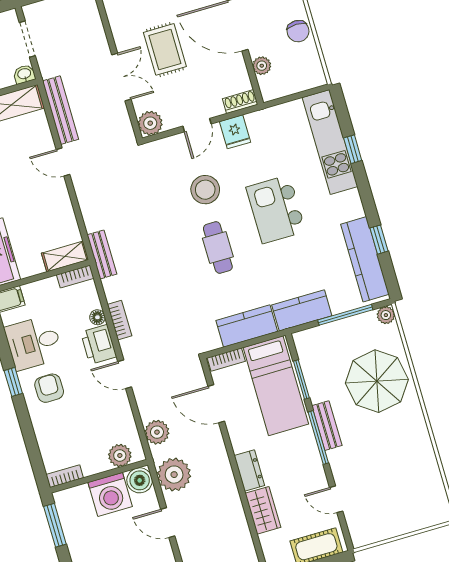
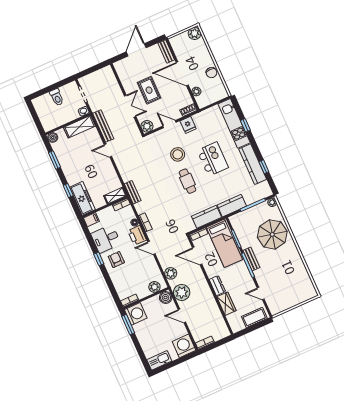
door: (197, 125) -> (169, 124), swing flipped
kitchen island: (276, 209) -> (213, 159), turned 180
kitchen counter: (365, 259) -> (253, 164), moved
washing machine: (110, 494) -> (136, 314), moved, turned -90

